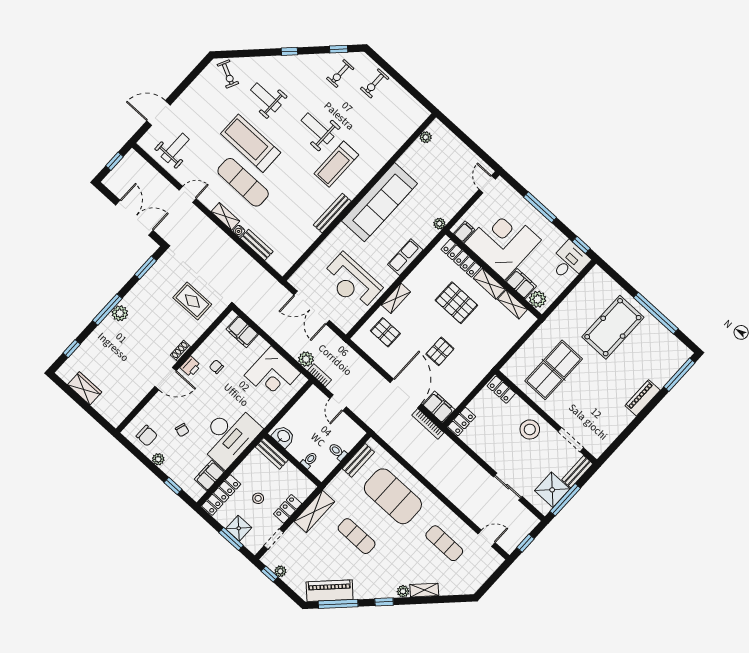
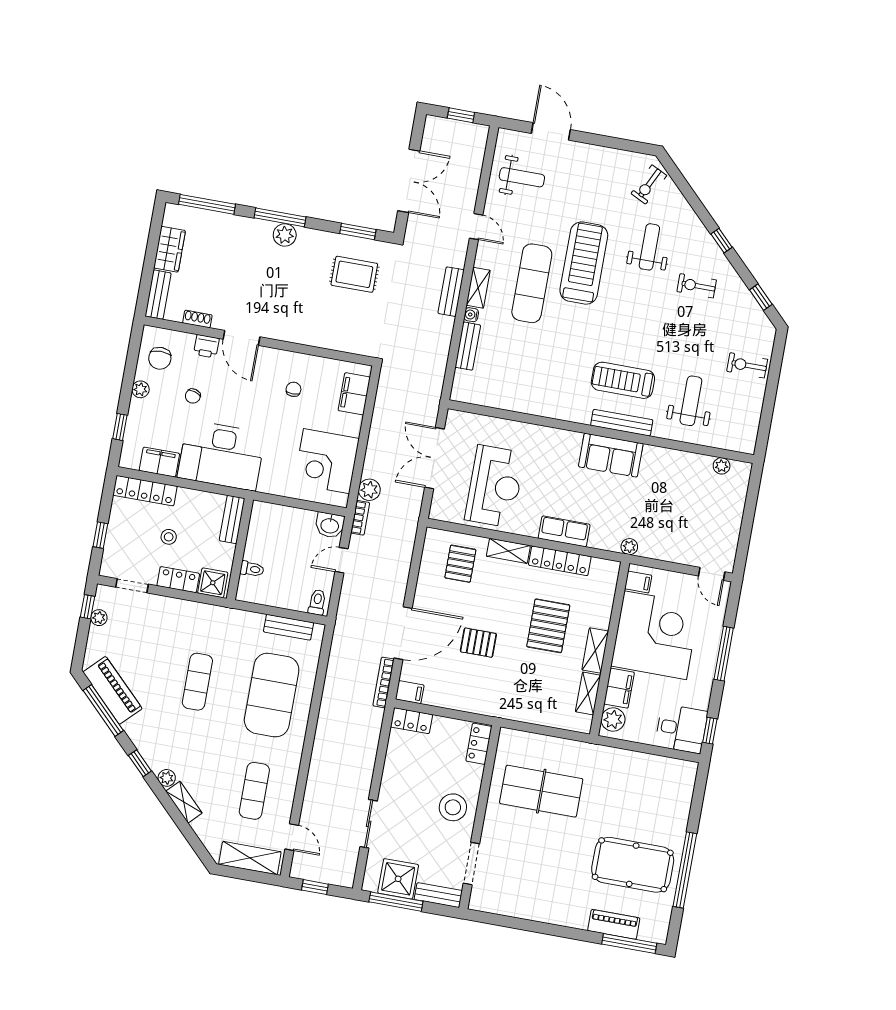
exercise bike: (340, 74) -> (697, 286), moved
weight bench: (318, 128) -> (691, 401), moved
door: (487, 184) -> (712, 574), swing flipped
sofa: (379, 202) -> (611, 455), width x0.54, depth x0.79
bench: (332, 213) -> (622, 423), moved
bench: (217, 234) -> (451, 292), added
locker: (461, 258) -> (560, 561), moved, turned -90
reception desk: (352, 282) -> (495, 486), turned 180
rug: (192, 301) -> (354, 274), moved, turned 90
pool table: (613, 327) -> (633, 865), moved
window: (72, 349) -> (207, 204), width x2.17
shoe rack: (180, 351) -> (197, 319), moved
printer: (191, 367) -> (206, 346), moved
piano: (643, 398) -> (614, 924), moved
filing cabinet: (439, 407) -> (410, 692), width x0.50
bench: (108, 413) -> (158, 295), added
washbasin: (283, 436) -> (330, 525), moved, turned 90
toilet: (338, 452) -> (317, 602), moved
shelving: (314, 511) -> (250, 858), moved
shower: (239, 528) -> (213, 583), moved
window: (231, 539) -> (100, 535), width x0.67

